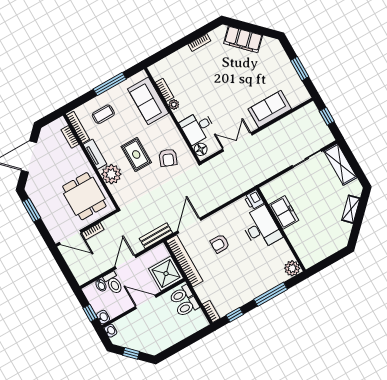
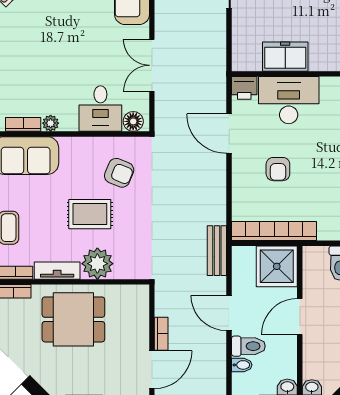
dining table: (84, 196) -> (73, 319), moved
door: (189, 226) -> (229, 134), moved
toilet: (181, 295) -> (317, 262), removed

